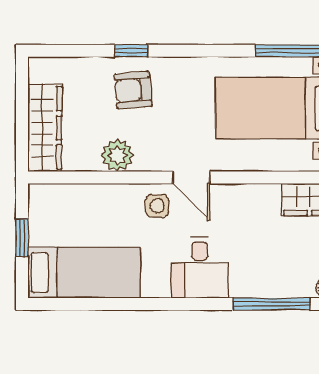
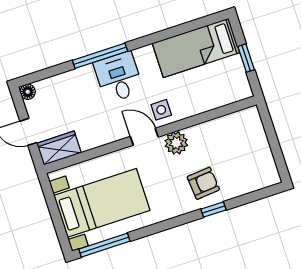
wardrobe: (45, 128) -> (255, 138), removed
plant: (117, 155) -> (176, 143), moved
window: (271, 304) -> (100, 56), moved

